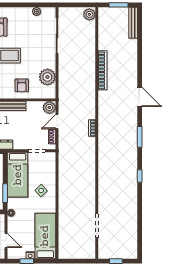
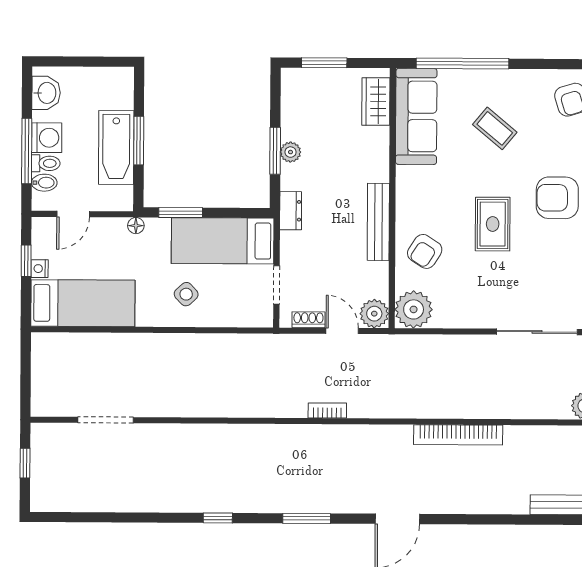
plant: (47, 77) -> (414, 309), moved
armchair: (22, 85) -> (425, 251), turned -57

